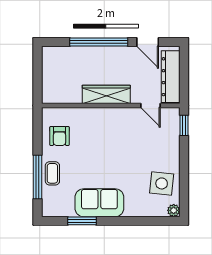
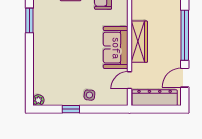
window: (184, 125) -> (71, 109), moved
side table: (162, 183) -> (89, 95), moved, width x0.54, depth x0.54
sofa: (99, 203) -> (116, 48), moved, turned 180

